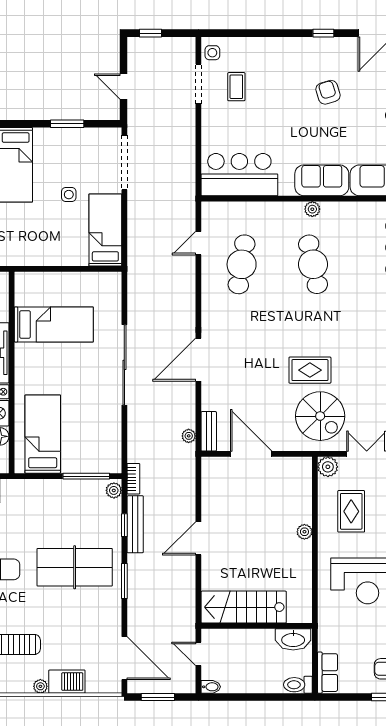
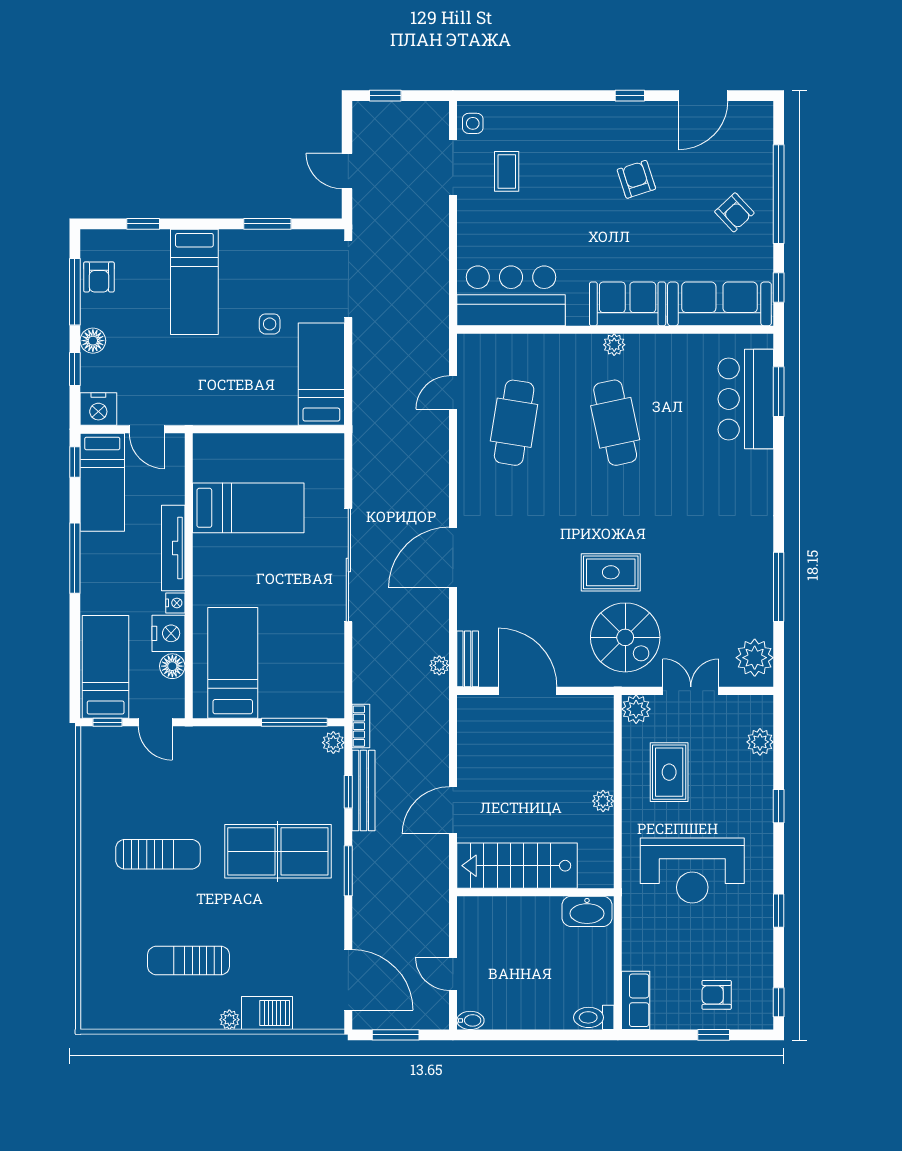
stairs: (244, 607) -> (517, 866), moved
wall: (257, 626) -> (535, 892), moved
washbasin: (293, 639) -> (587, 911), moved

